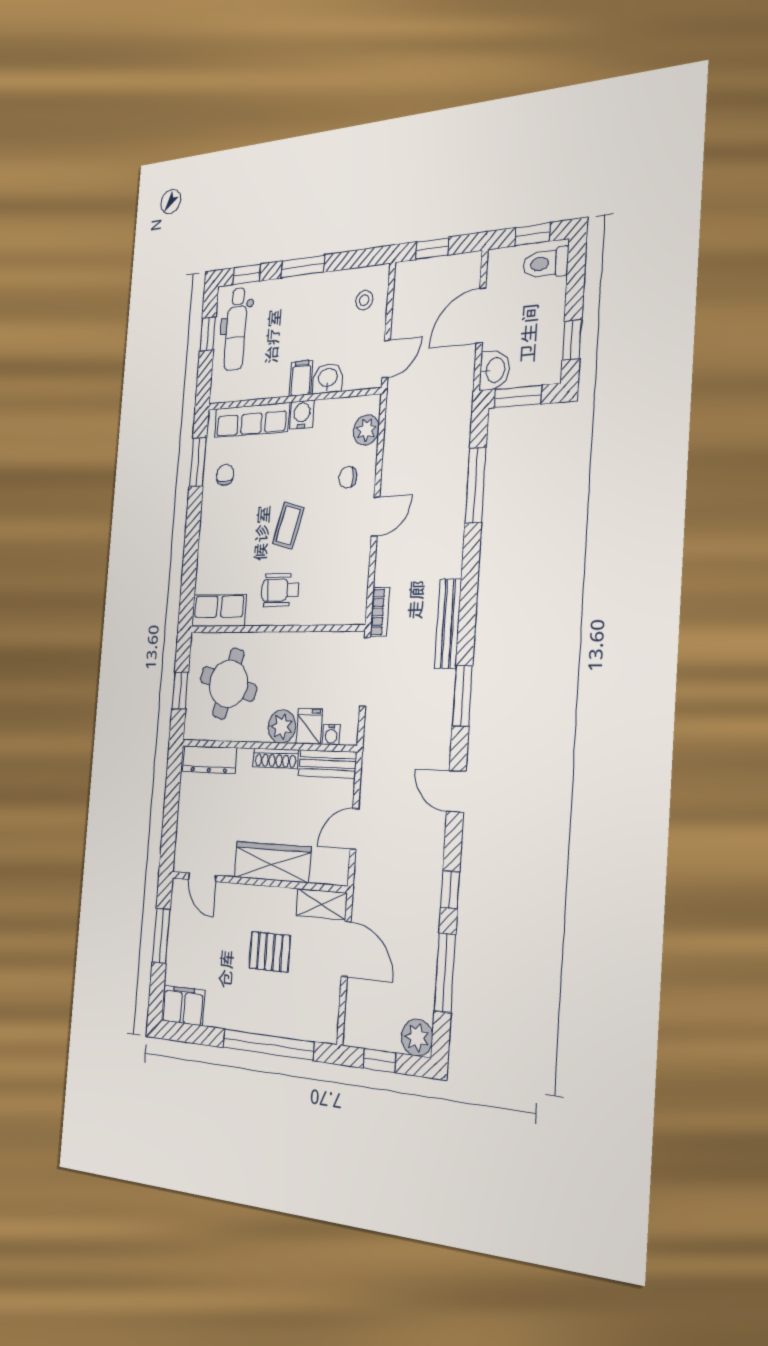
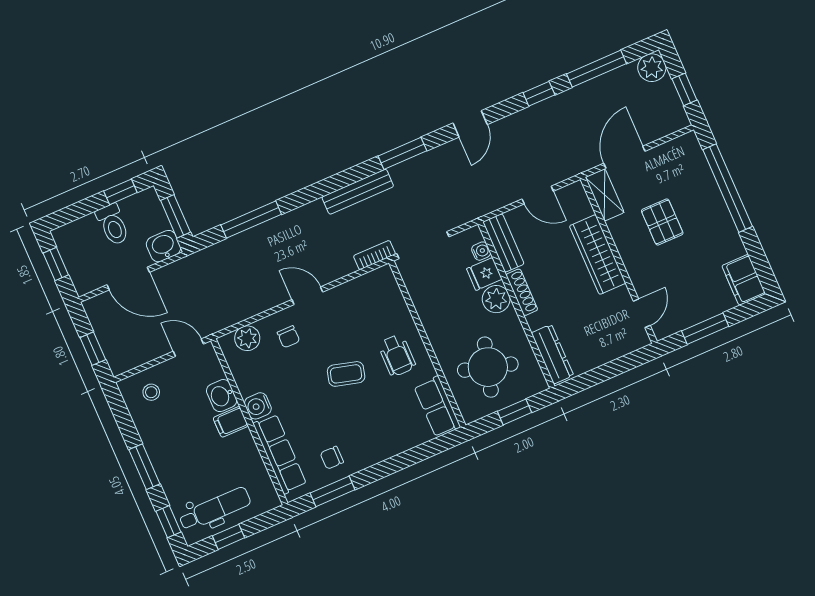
toilet: (546, 263) -> (113, 225), moved

